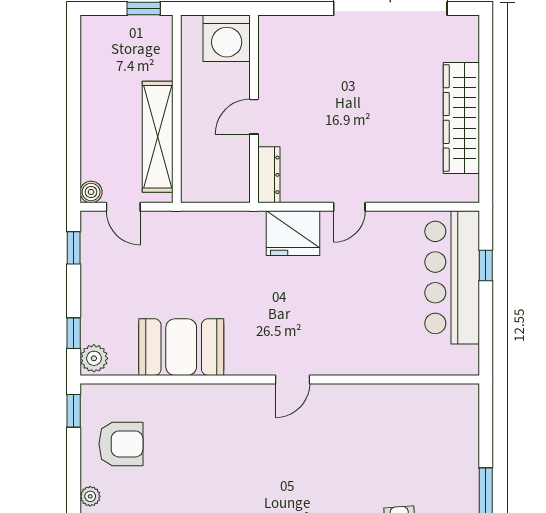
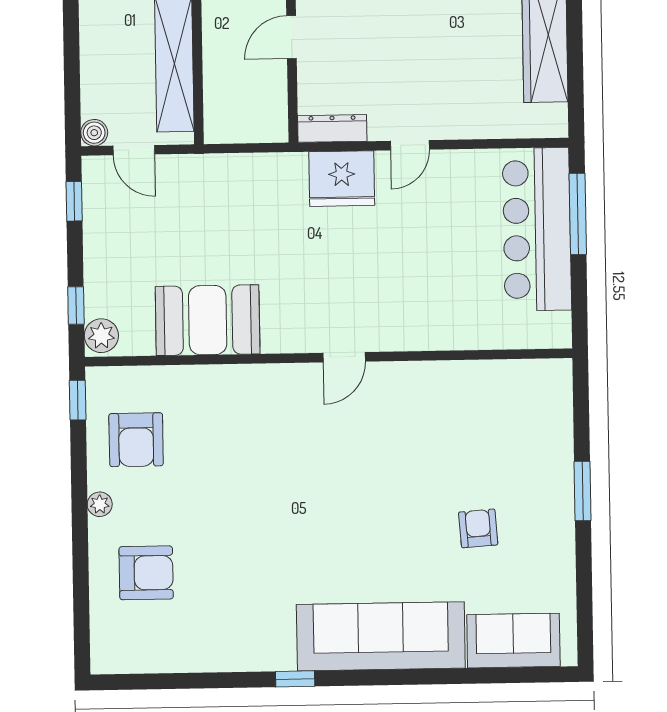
dresser: (269, 175) -> (332, 128), moved, turned -90
window: (486, 265) -> (578, 214), width x2.17
armchair: (121, 444) -> (136, 440), turned 90

